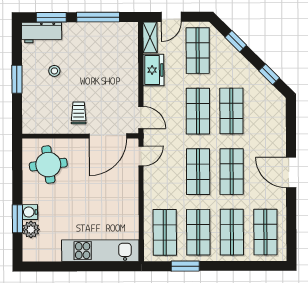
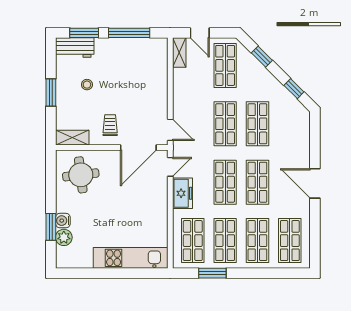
door: (171, 17) -> (200, 33), hinge flipped
freezer: (153, 70) -> (182, 193), moved
shelving: (39, 126) -> (72, 138), added

